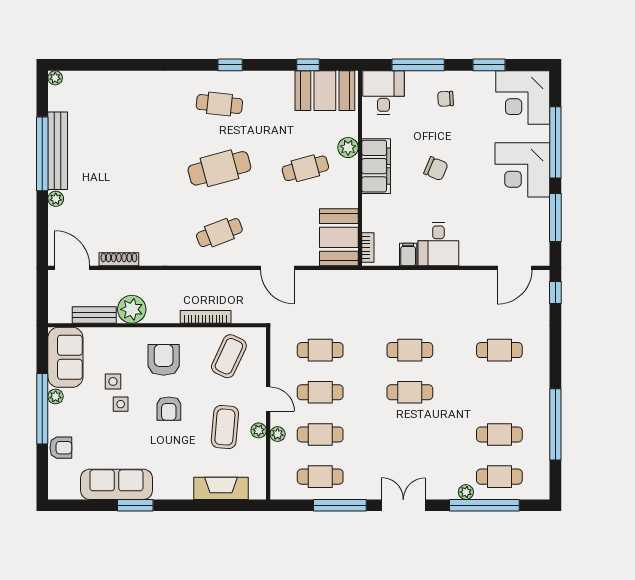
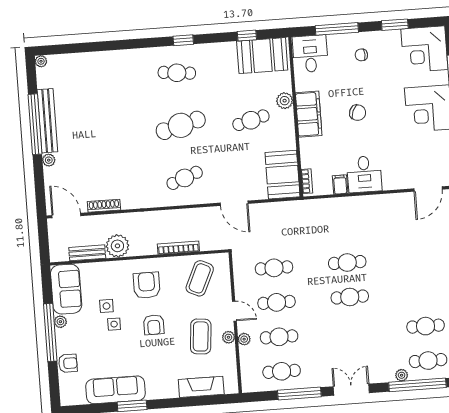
cafe table: (499, 350) -> (420, 257), removed

